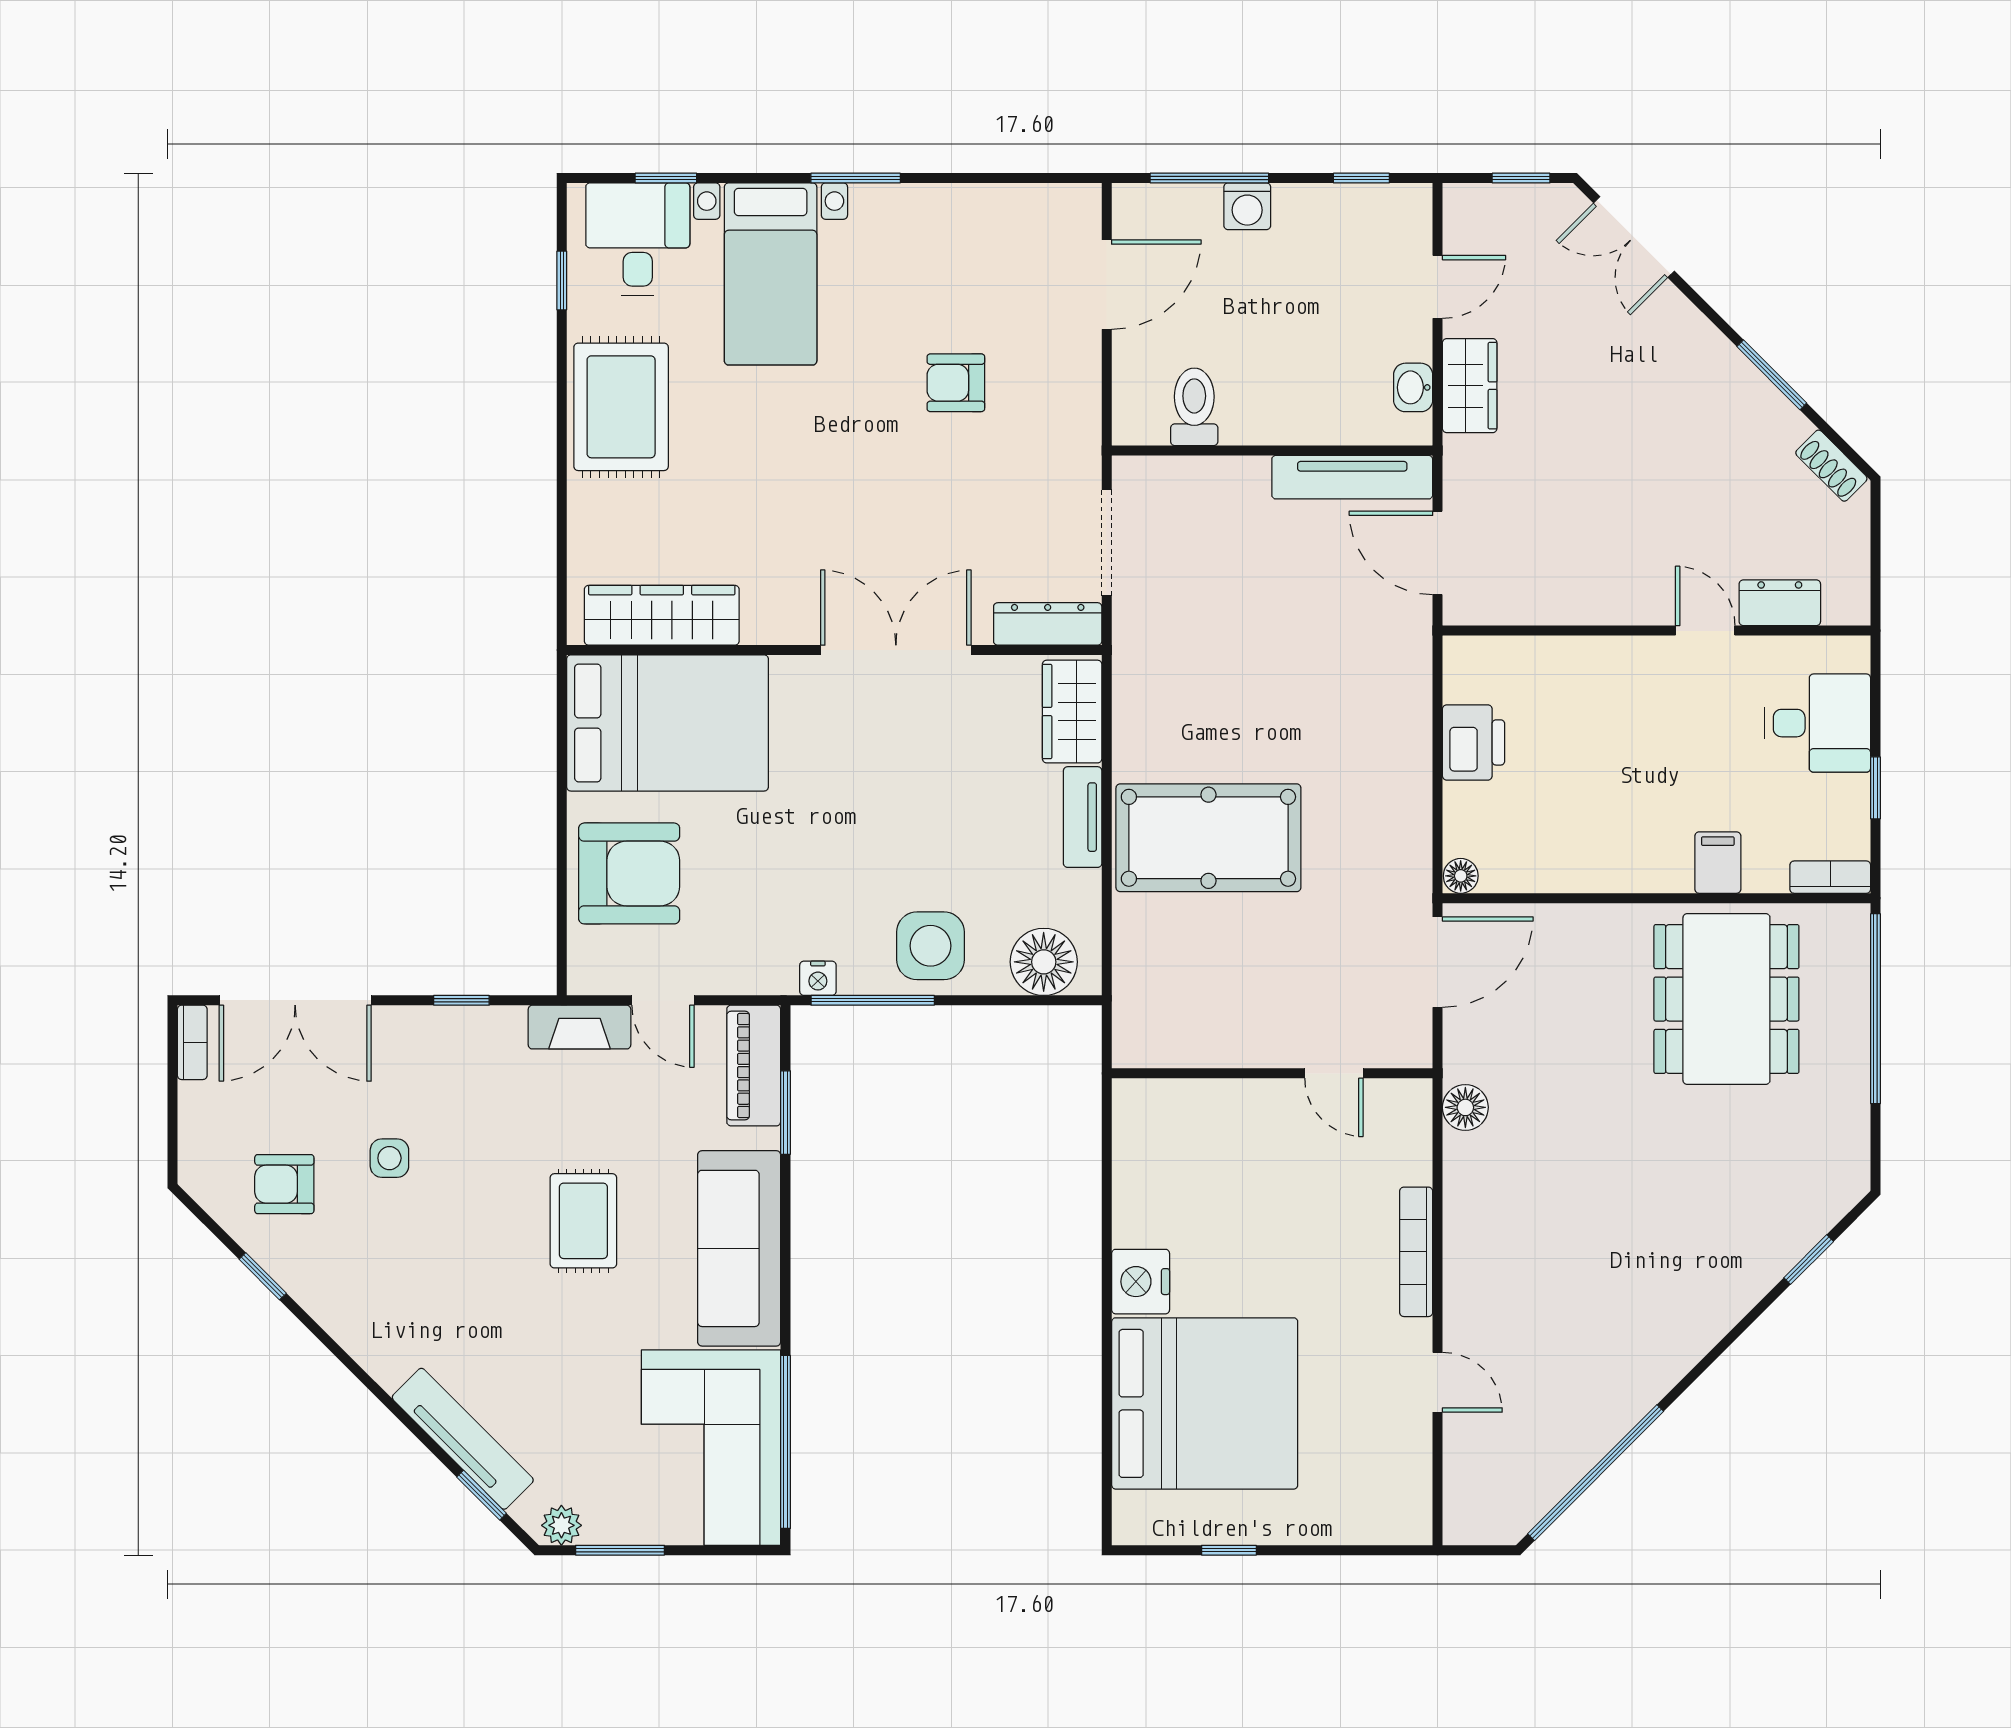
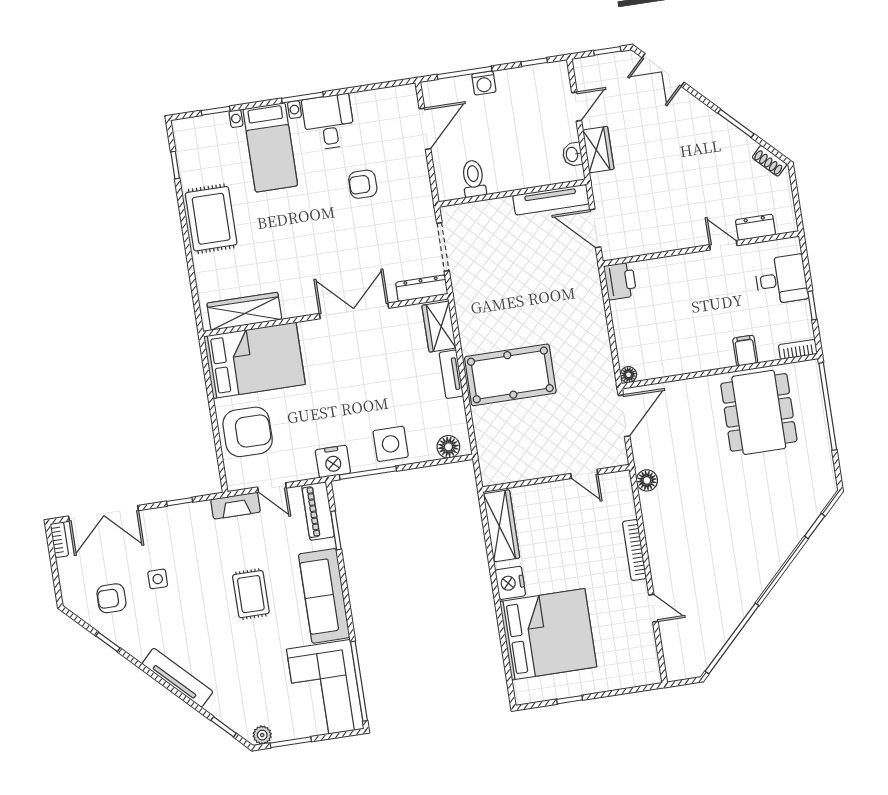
desk: (638, 239) -> (329, 122), moved
printer: (1474, 742) -> (620, 281), moved
floor lamp: (1044, 962) -> (448, 447), width x0.73, depth x0.73
nightstand: (818, 978) -> (333, 462), width x1.89, depth x1.79
wardrobe: (1140, 1157) -> (501, 526), added
tv unit: (463, 1439) -> (177, 678), moved

